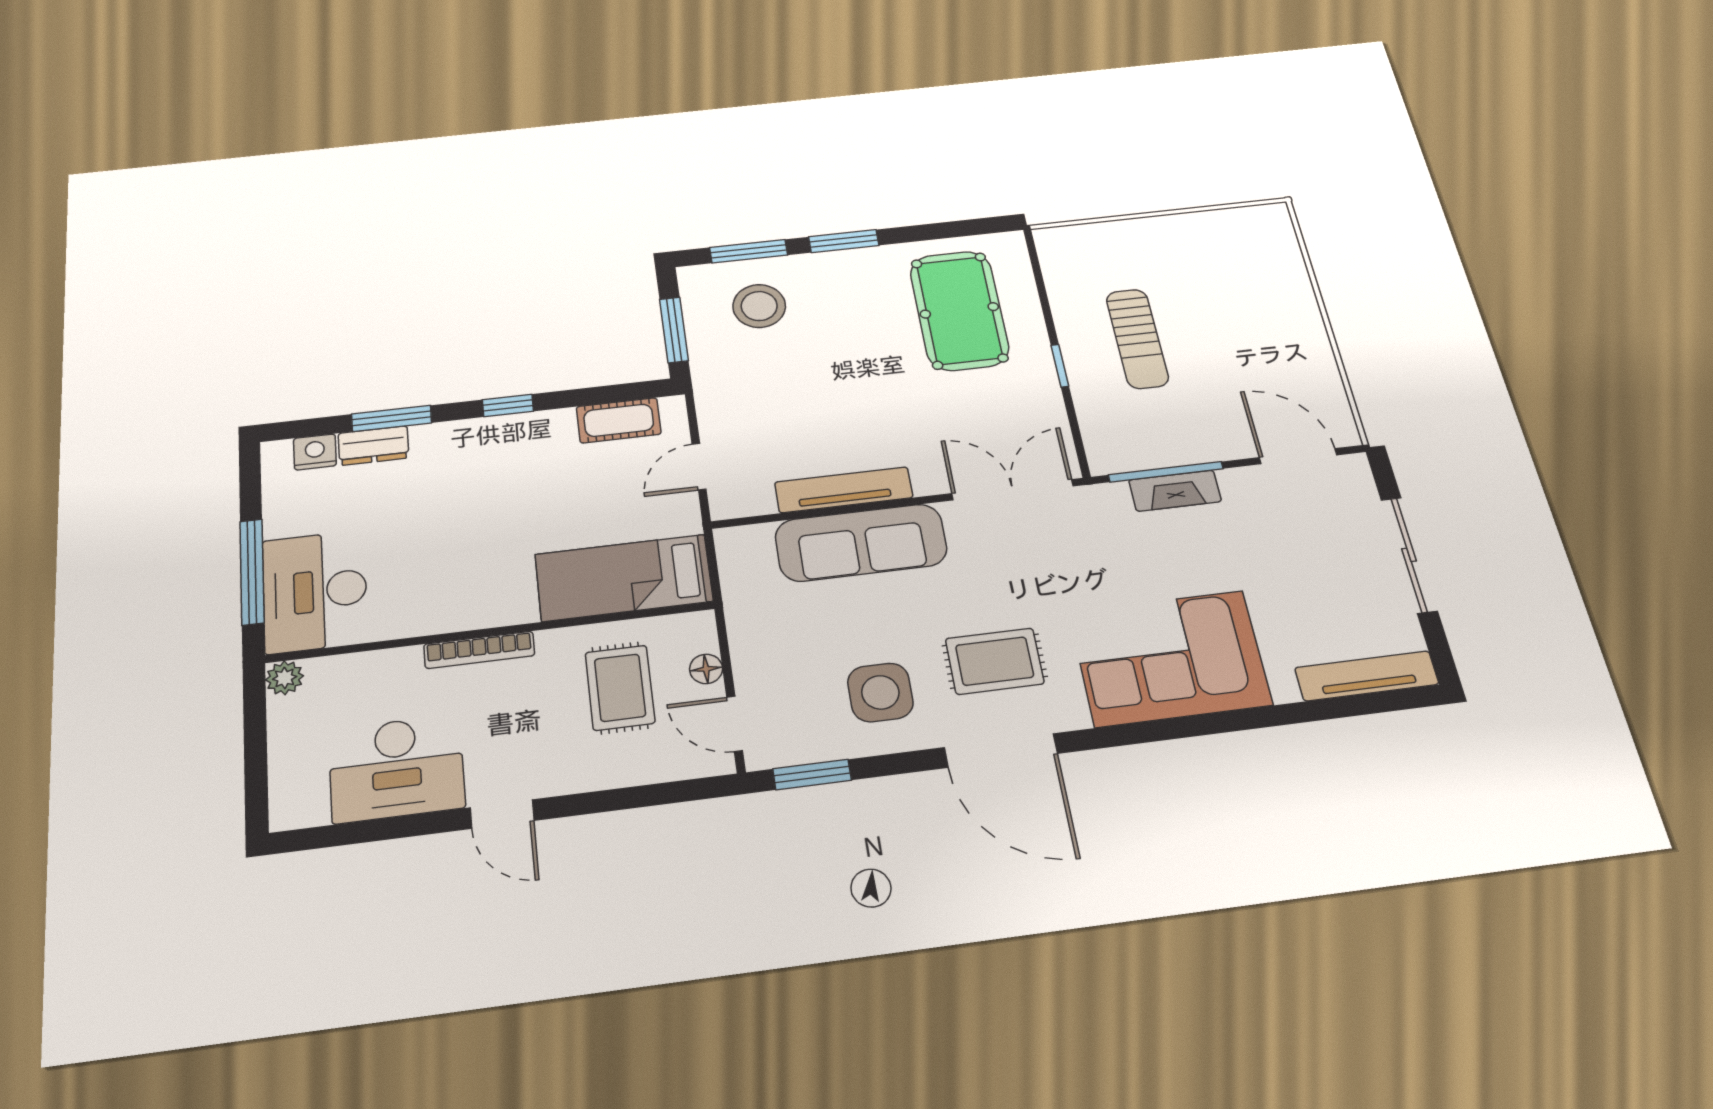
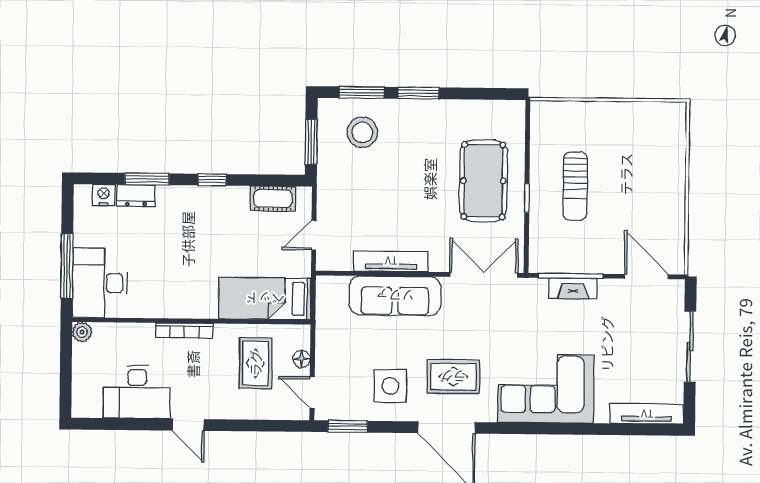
pool table: (959, 310) -> (483, 181), moved

